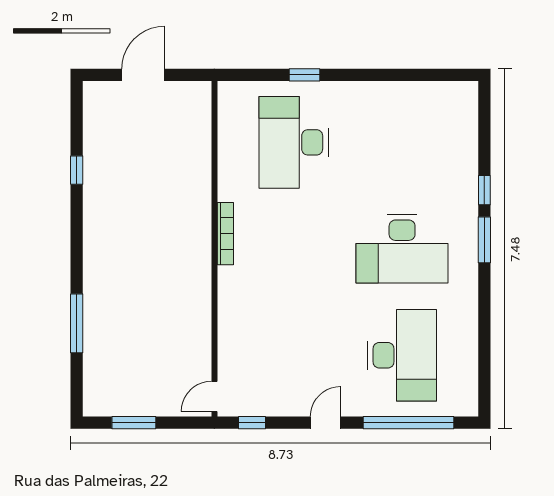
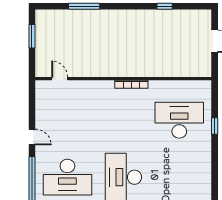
door: (214, 396) -> (60, 79), moved
window: (252, 423) -> (32, 98), removed

